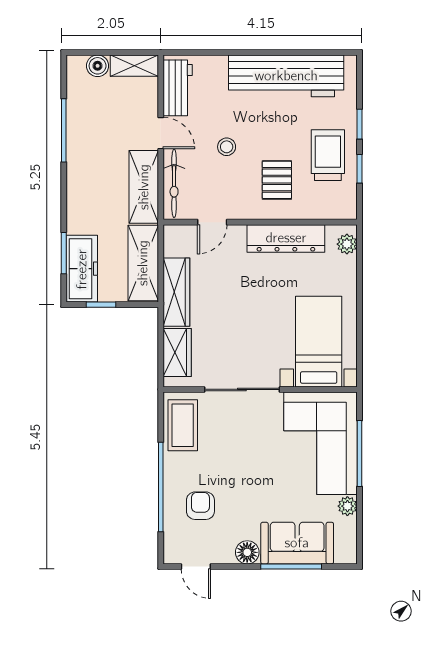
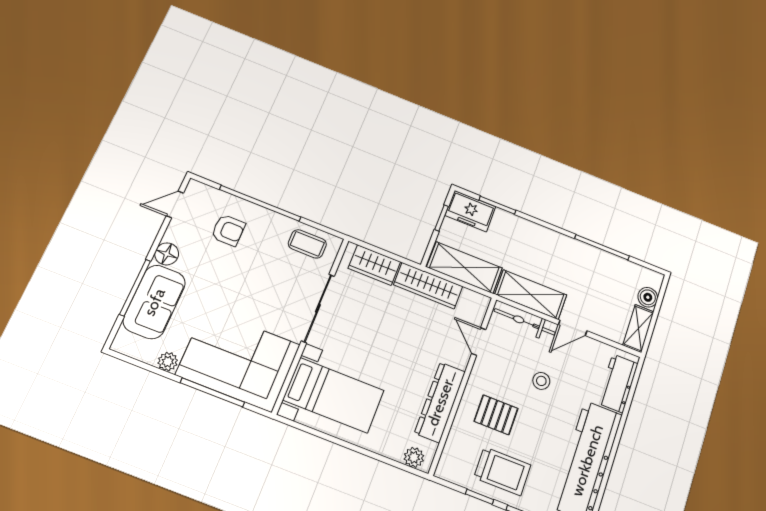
workbench: (178, 88) -> (618, 383), moved, turned 90
freezer: (82, 269) -> (470, 211), width x0.71
coffee table: (183, 425) -> (307, 244), width x0.73, depth x0.77

